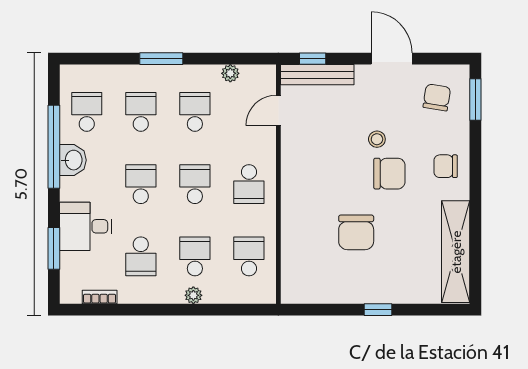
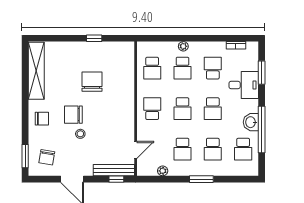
window: (378, 310) -> (94, 38), moved

